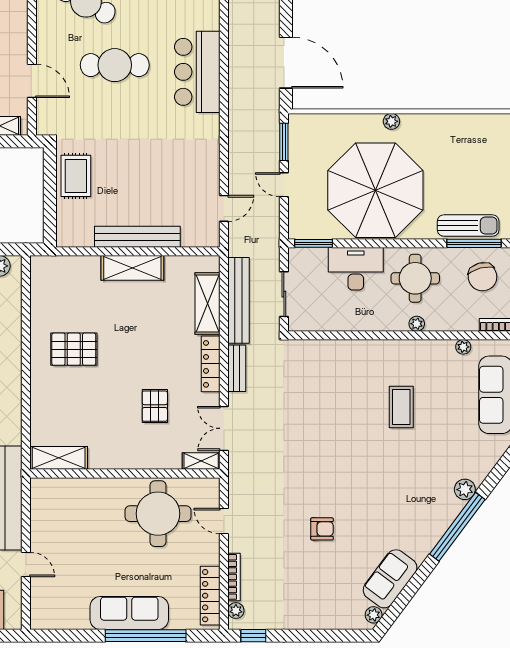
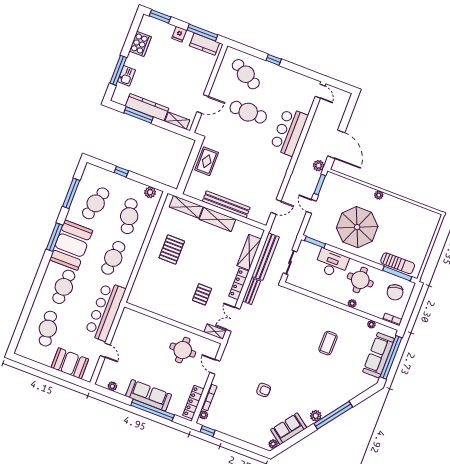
door: (32, 81) -> (203, 104), hinge flipped
plant: (270, 110) -> (319, 166), added
parasol: (375, 190) -> (357, 227), width x0.73, depth x0.73
pallet: (74, 349) -> (172, 249), turned 90
shelving: (59, 458) -> (186, 207), moved
plant: (465, 489) -> (316, 416), moved
round table: (158, 514) -> (183, 350), width x0.73, depth x0.73
plant: (62, 621) -> (112, 386), added

